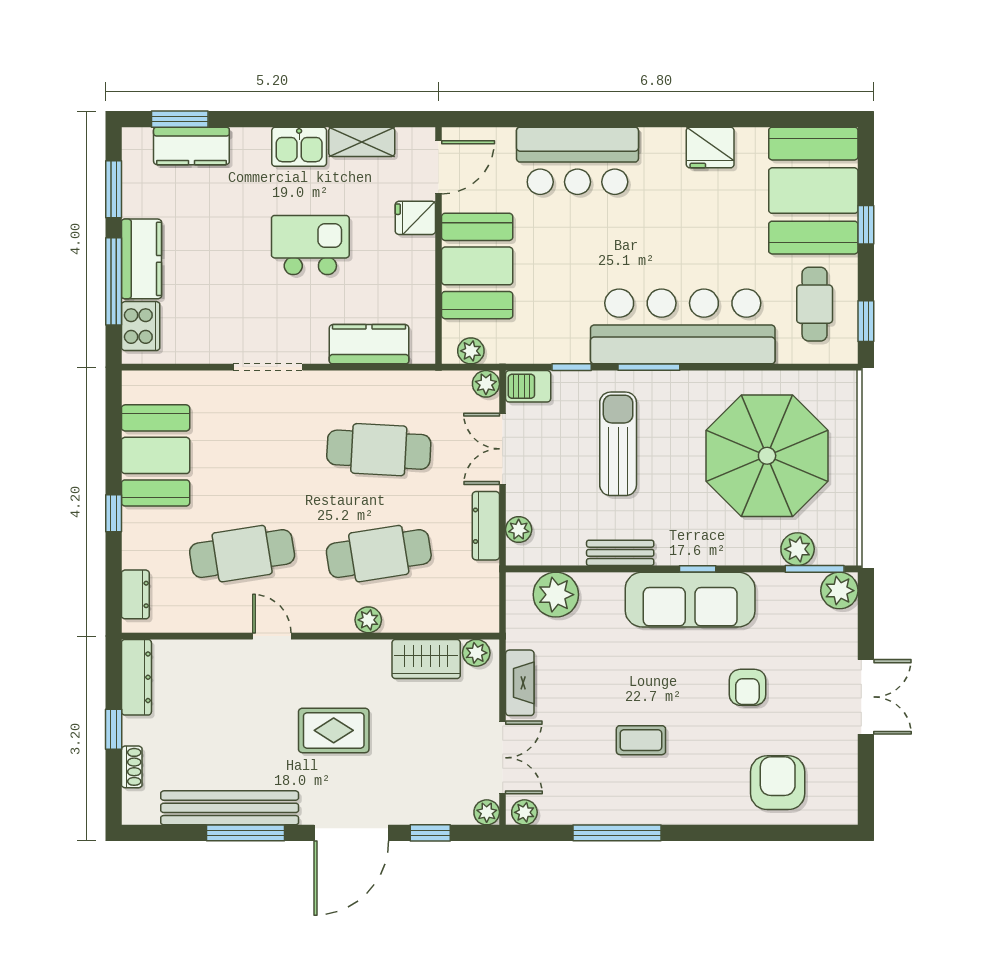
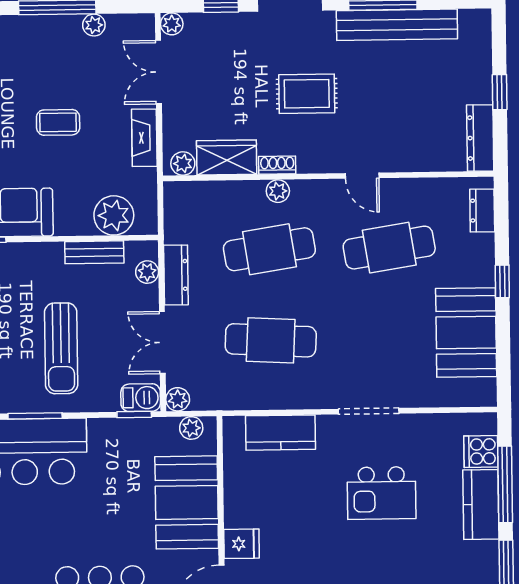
kitchen island: (310, 245) -> (381, 493), moved
cooker: (141, 326) -> (481, 451), width x0.73
window: (572, 367) -> (134, 414), moved
double door: (503, 449) -> (162, 343), swing flipped
bench: (620, 553) -> (94, 252), moved
coffee table: (641, 740) -> (58, 122), moved
shoe rack: (132, 767) -> (277, 165), moved, turned 90
plant: (524, 812) -> (94, 25), moved

